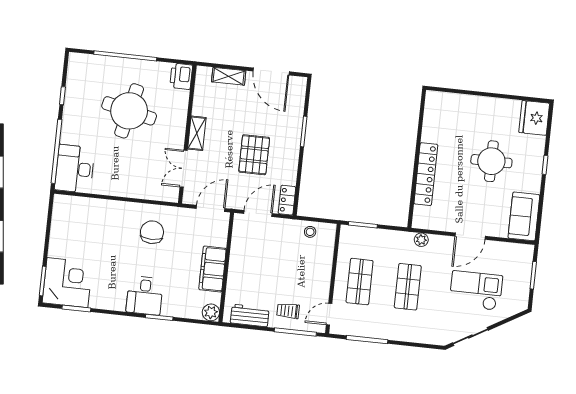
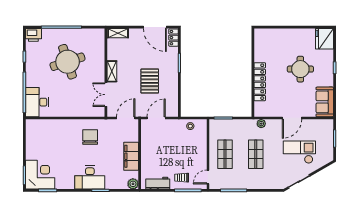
printer: (181, 76) -> (33, 35), moved, turned -90
shelving: (229, 76) -> (118, 33), moved
round table: (129, 111) -> (68, 62), turned -31
locker: (287, 200) -> (174, 38), moved
desk: (145, 295) -> (90, 178), width x1.37

